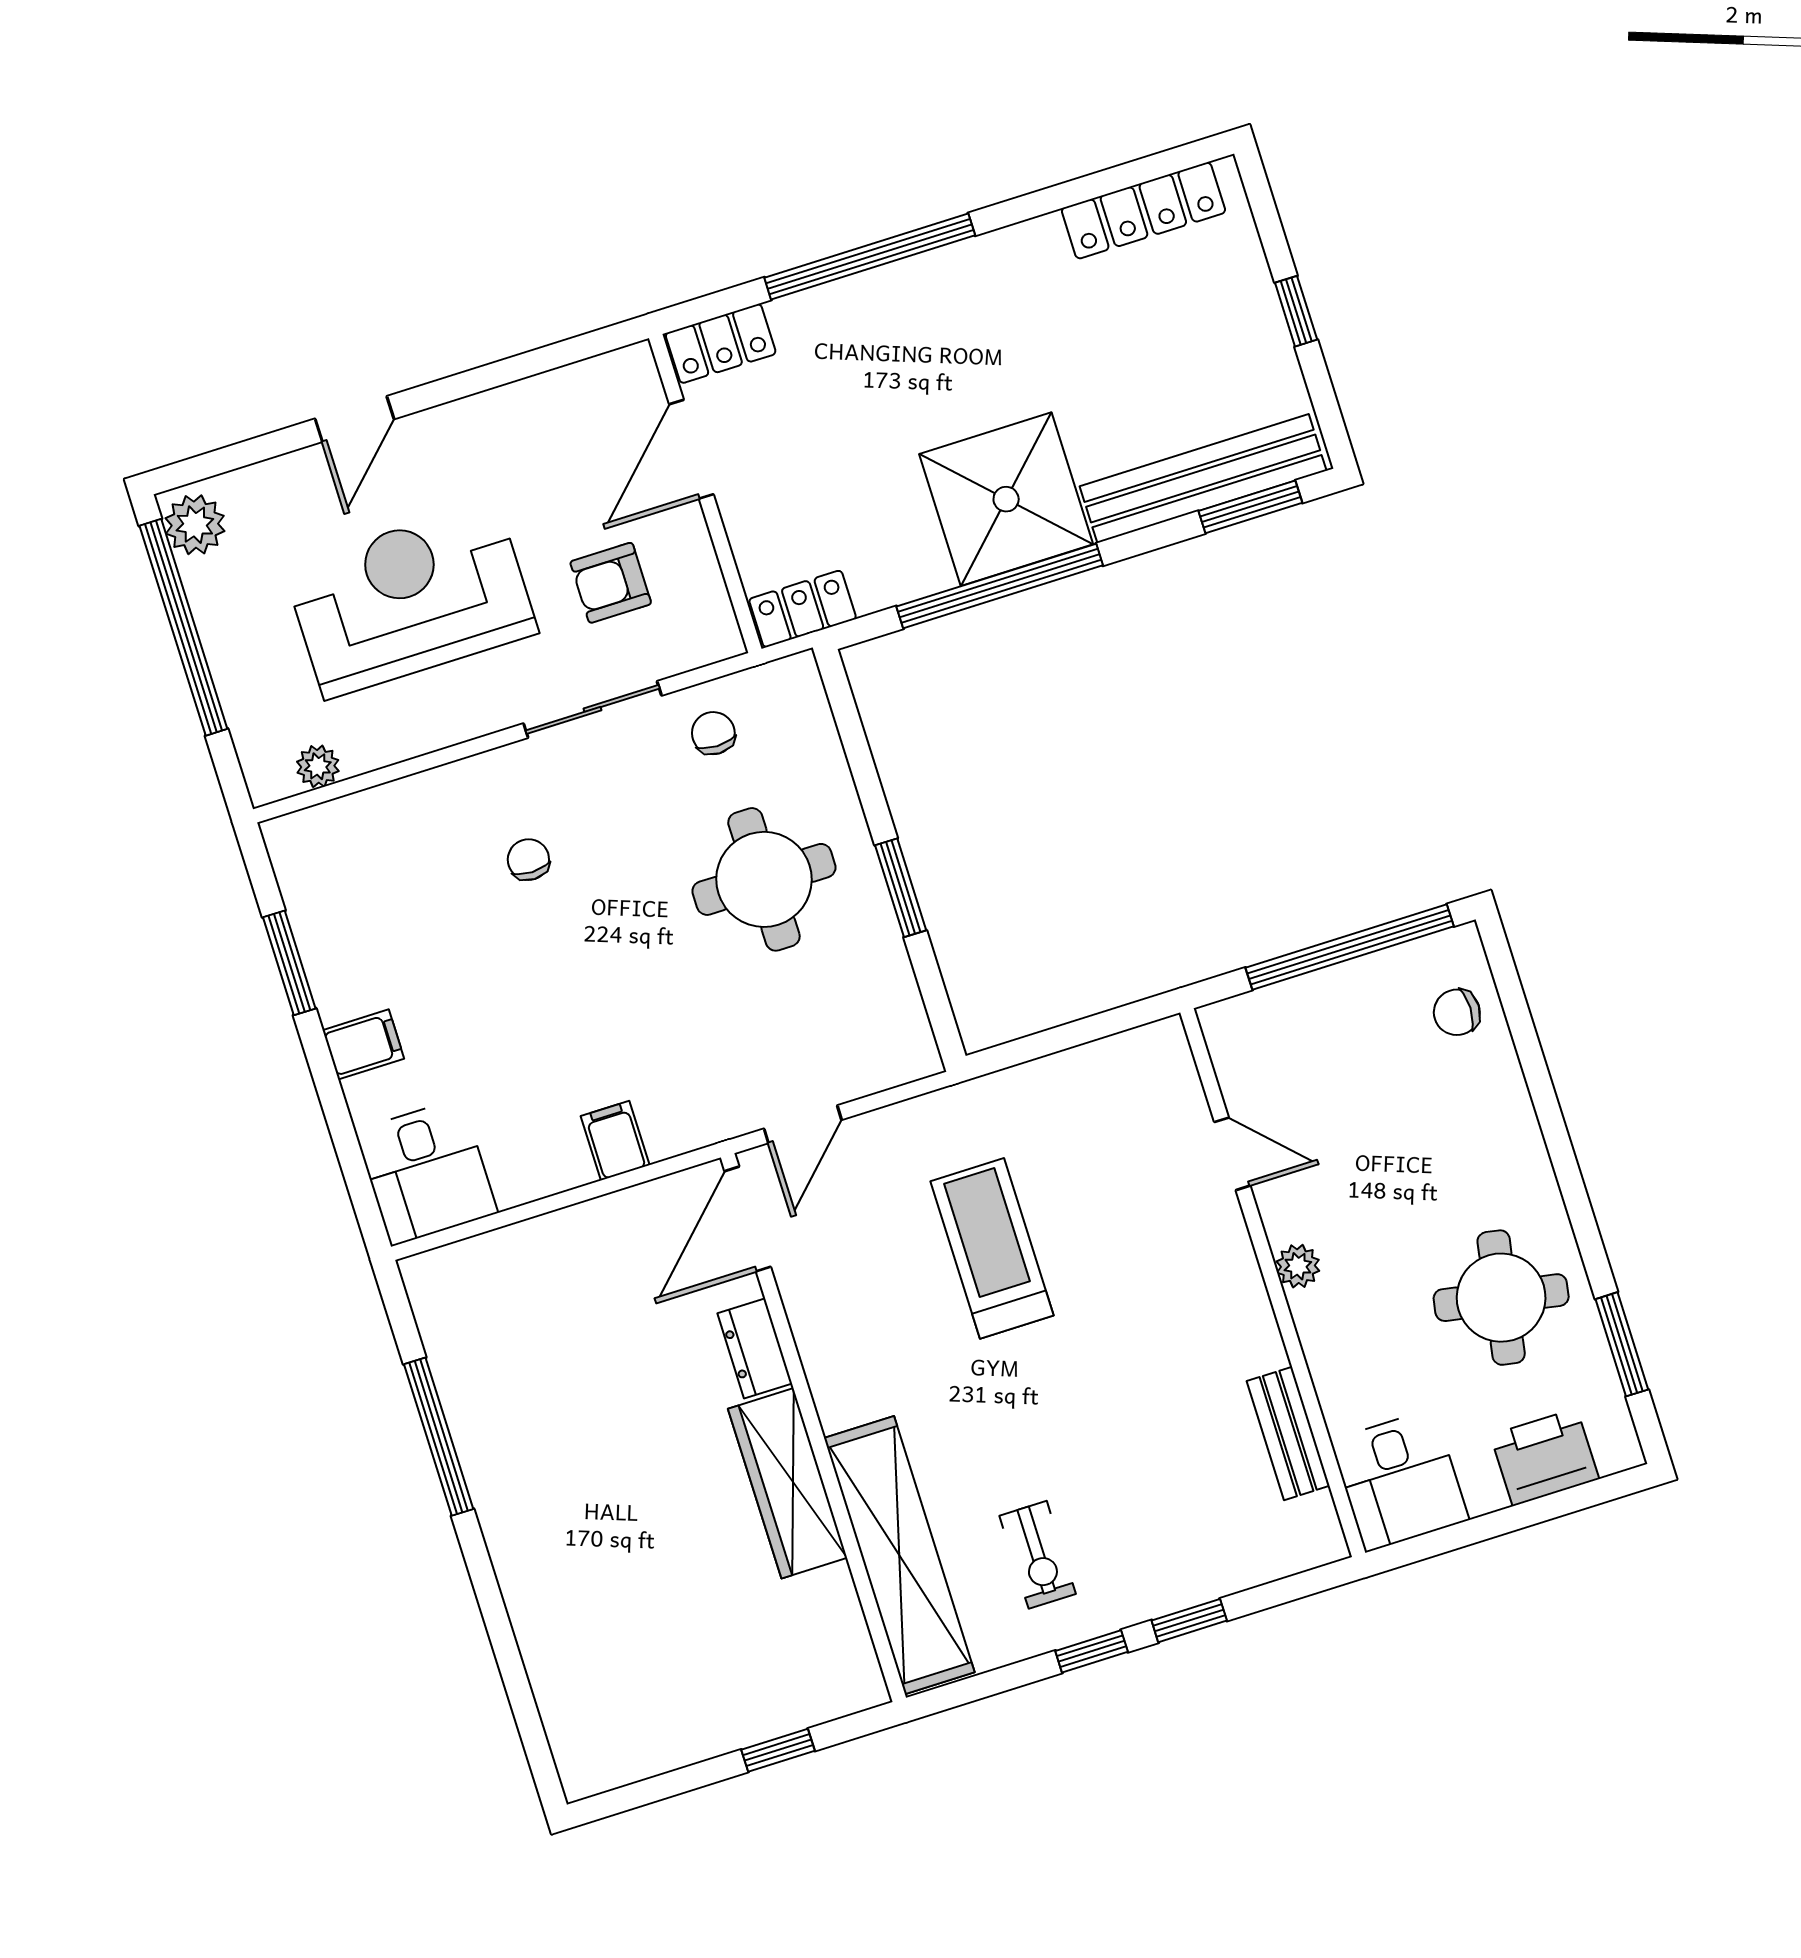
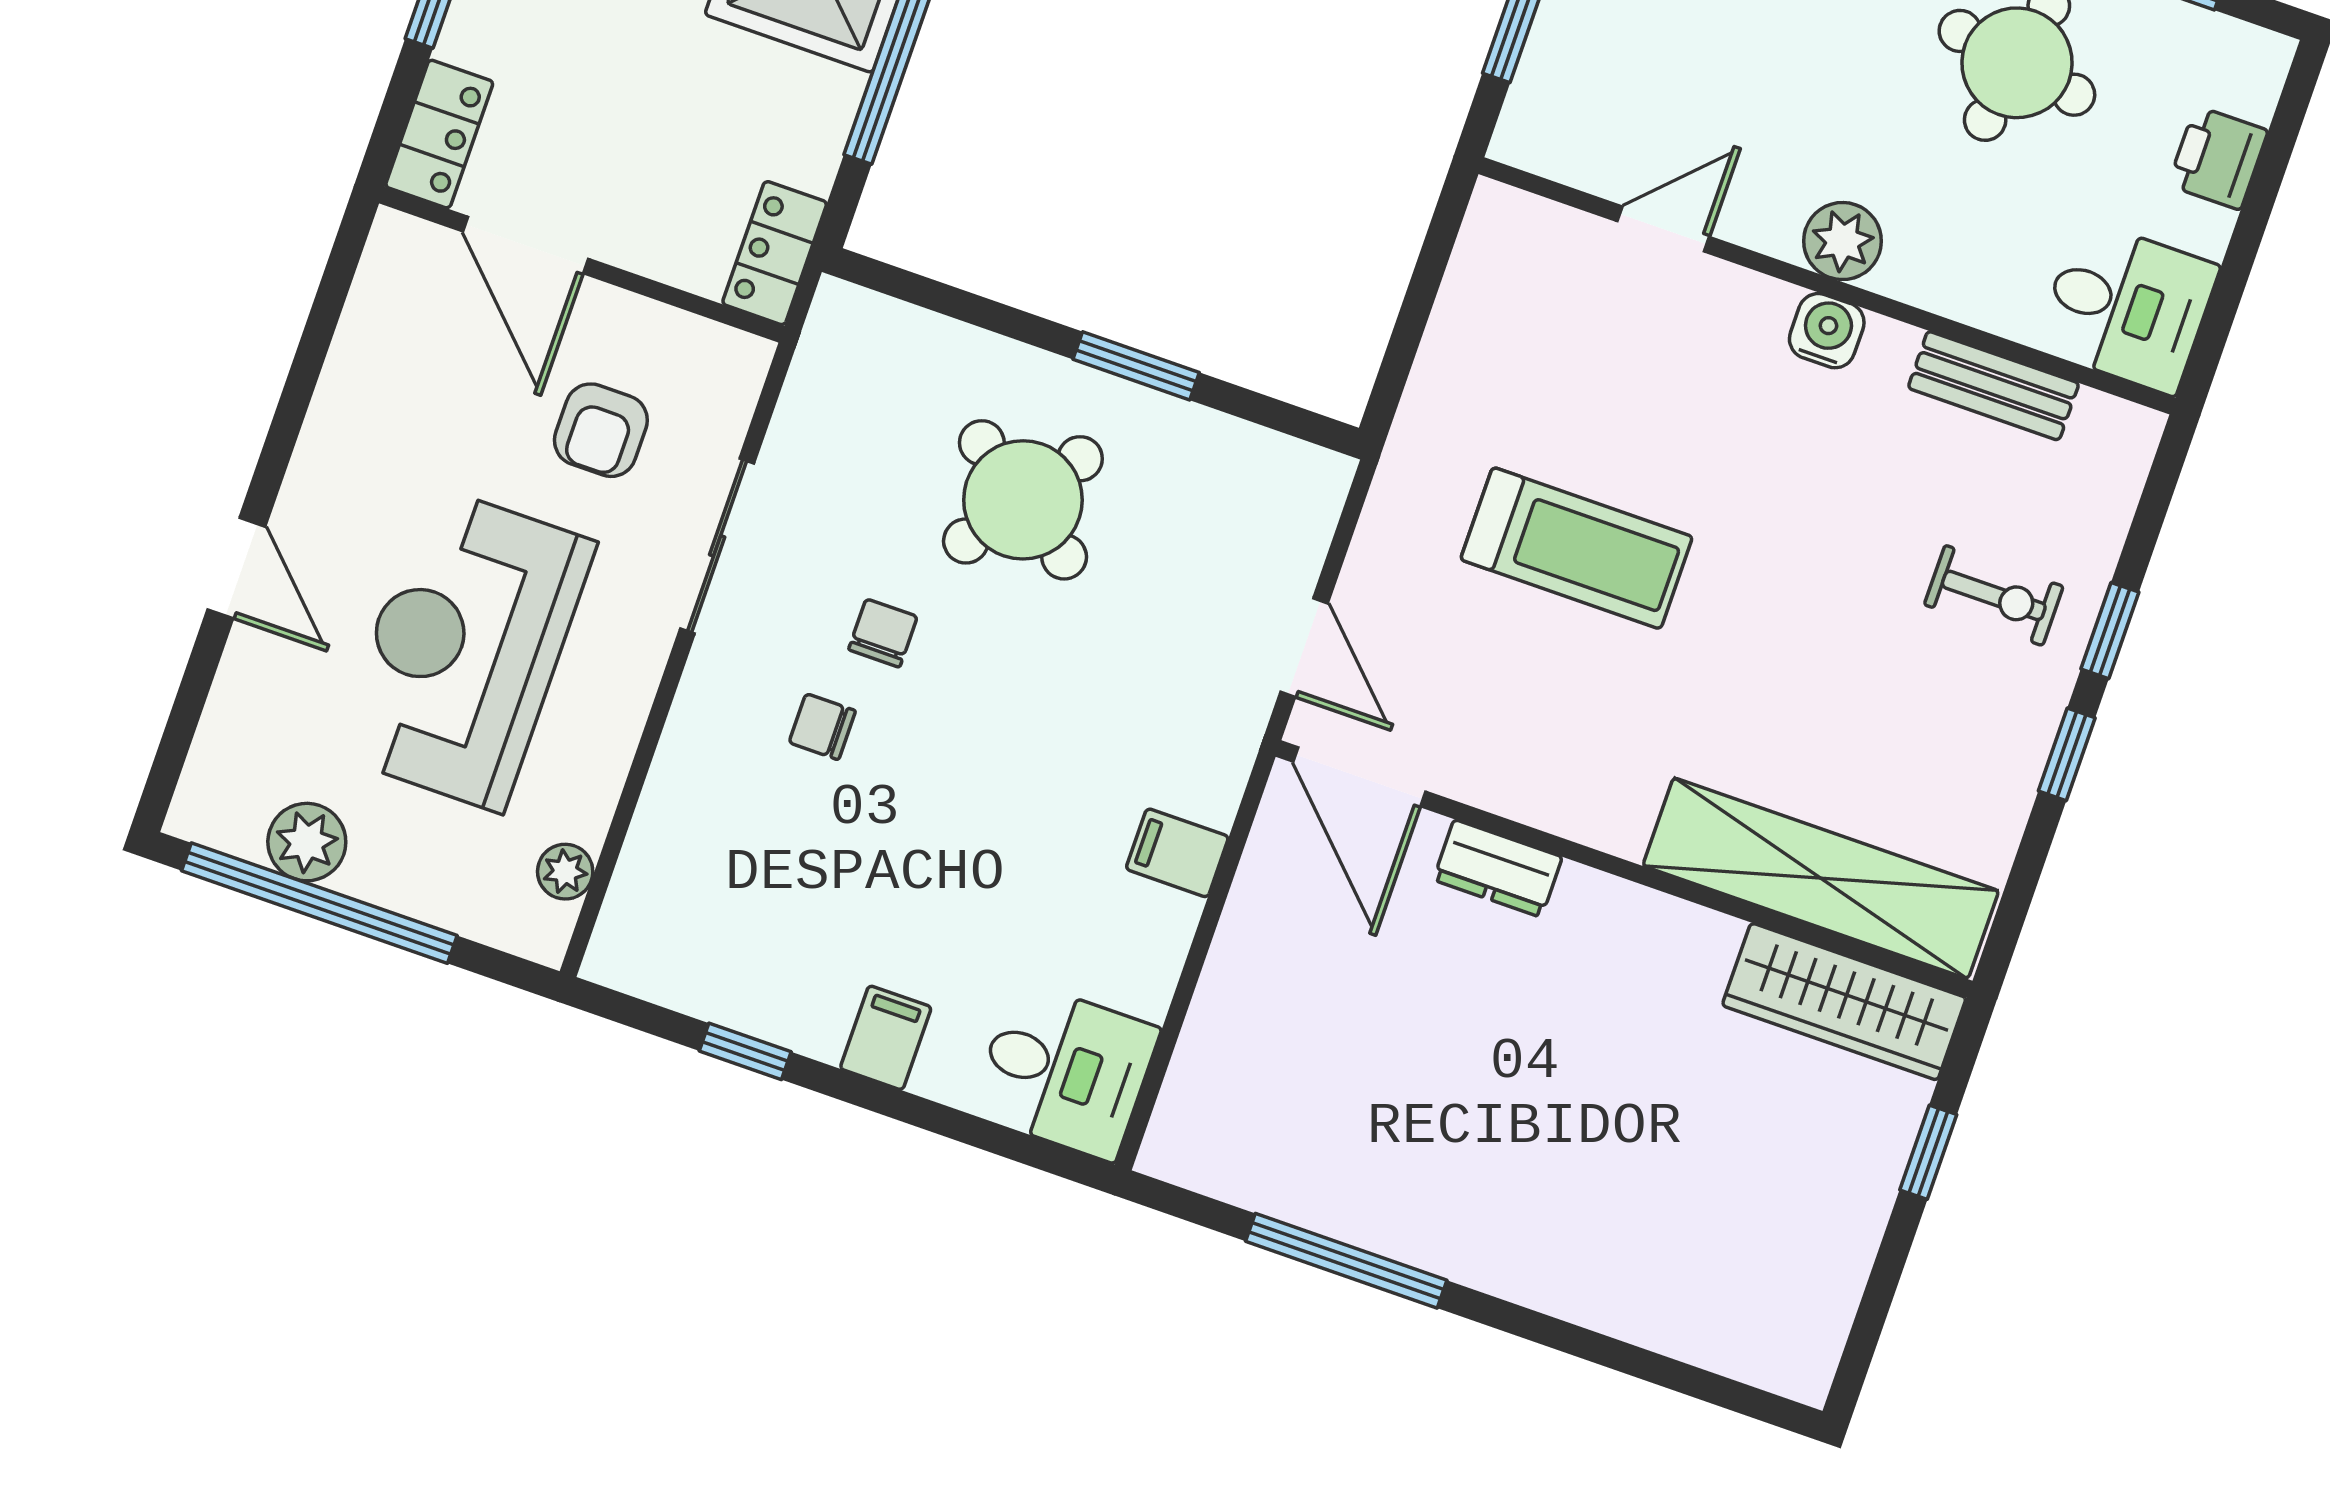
plant: (195, 525) -> (307, 842), moved
chair: (713, 733) -> (883, 633), moved, turned 90
round table: (764, 879) -> (1023, 500), turned 35
window: (289, 963) -> (745, 1051), width x0.67
treadmill: (992, 1248) -> (1577, 548), turned 180
plant: (1298, 1266) -> (1843, 241), width x1.38, depth x1.38
water cooler: (1245, 1303) -> (1827, 331), added
printer: (1545, 1457) -> (2218, 158), width x0.73, depth x0.81
wardrobe: (788, 1483) -> (1844, 1002), moved
exercise bike: (1038, 1555) -> (1994, 595), moved

